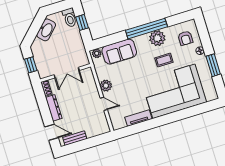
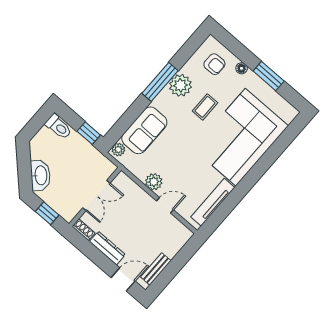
window: (82, 22) -> (89, 133), moved
window: (146, 29) -> (160, 82), width x0.68
washbasin: (46, 30) -> (40, 175), moved
tv unit: (138, 118) -> (213, 202), width x1.41

